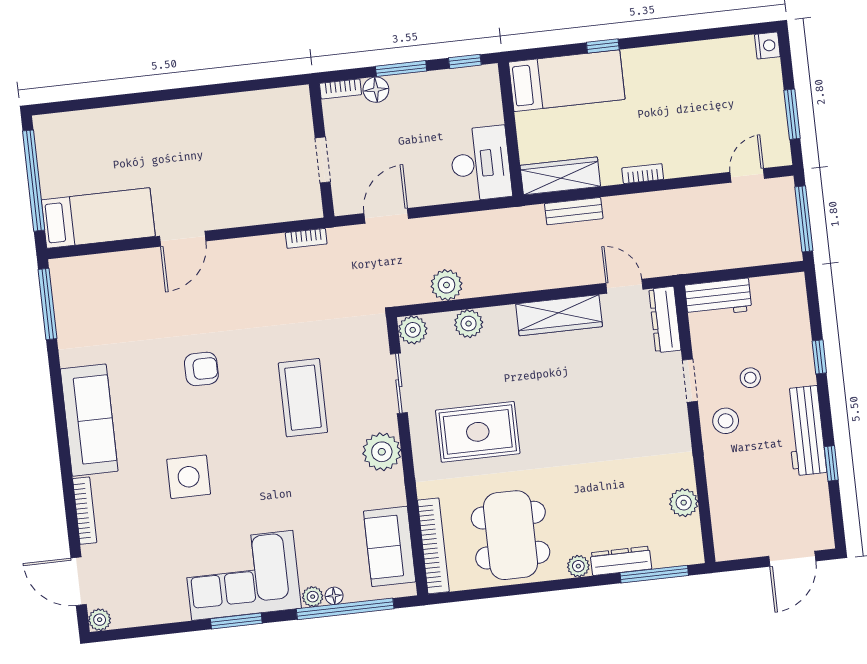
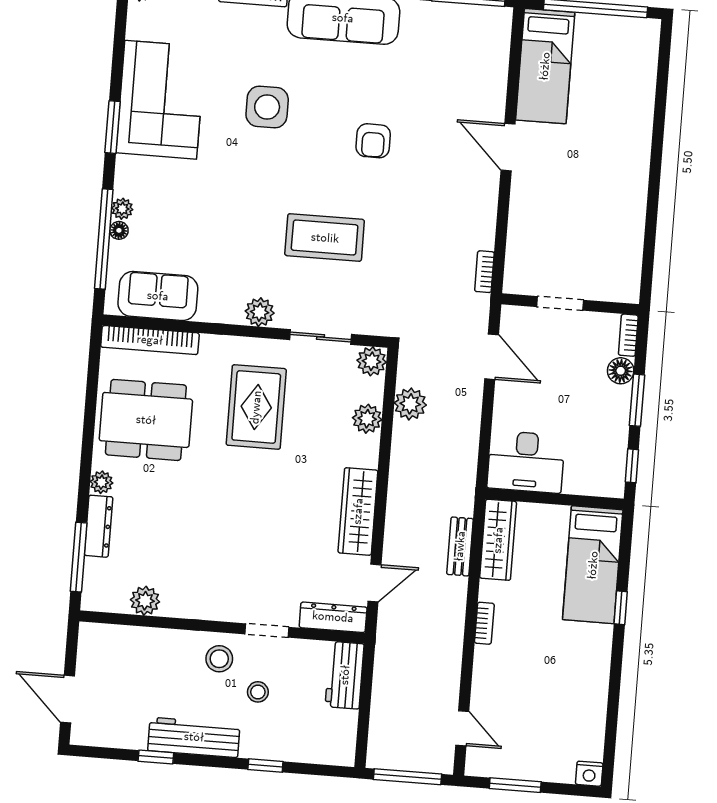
plant: (382, 452) -> (260, 312), width x0.73, depth x0.73
corner sofa: (242, 575) -> (161, 100), moved

